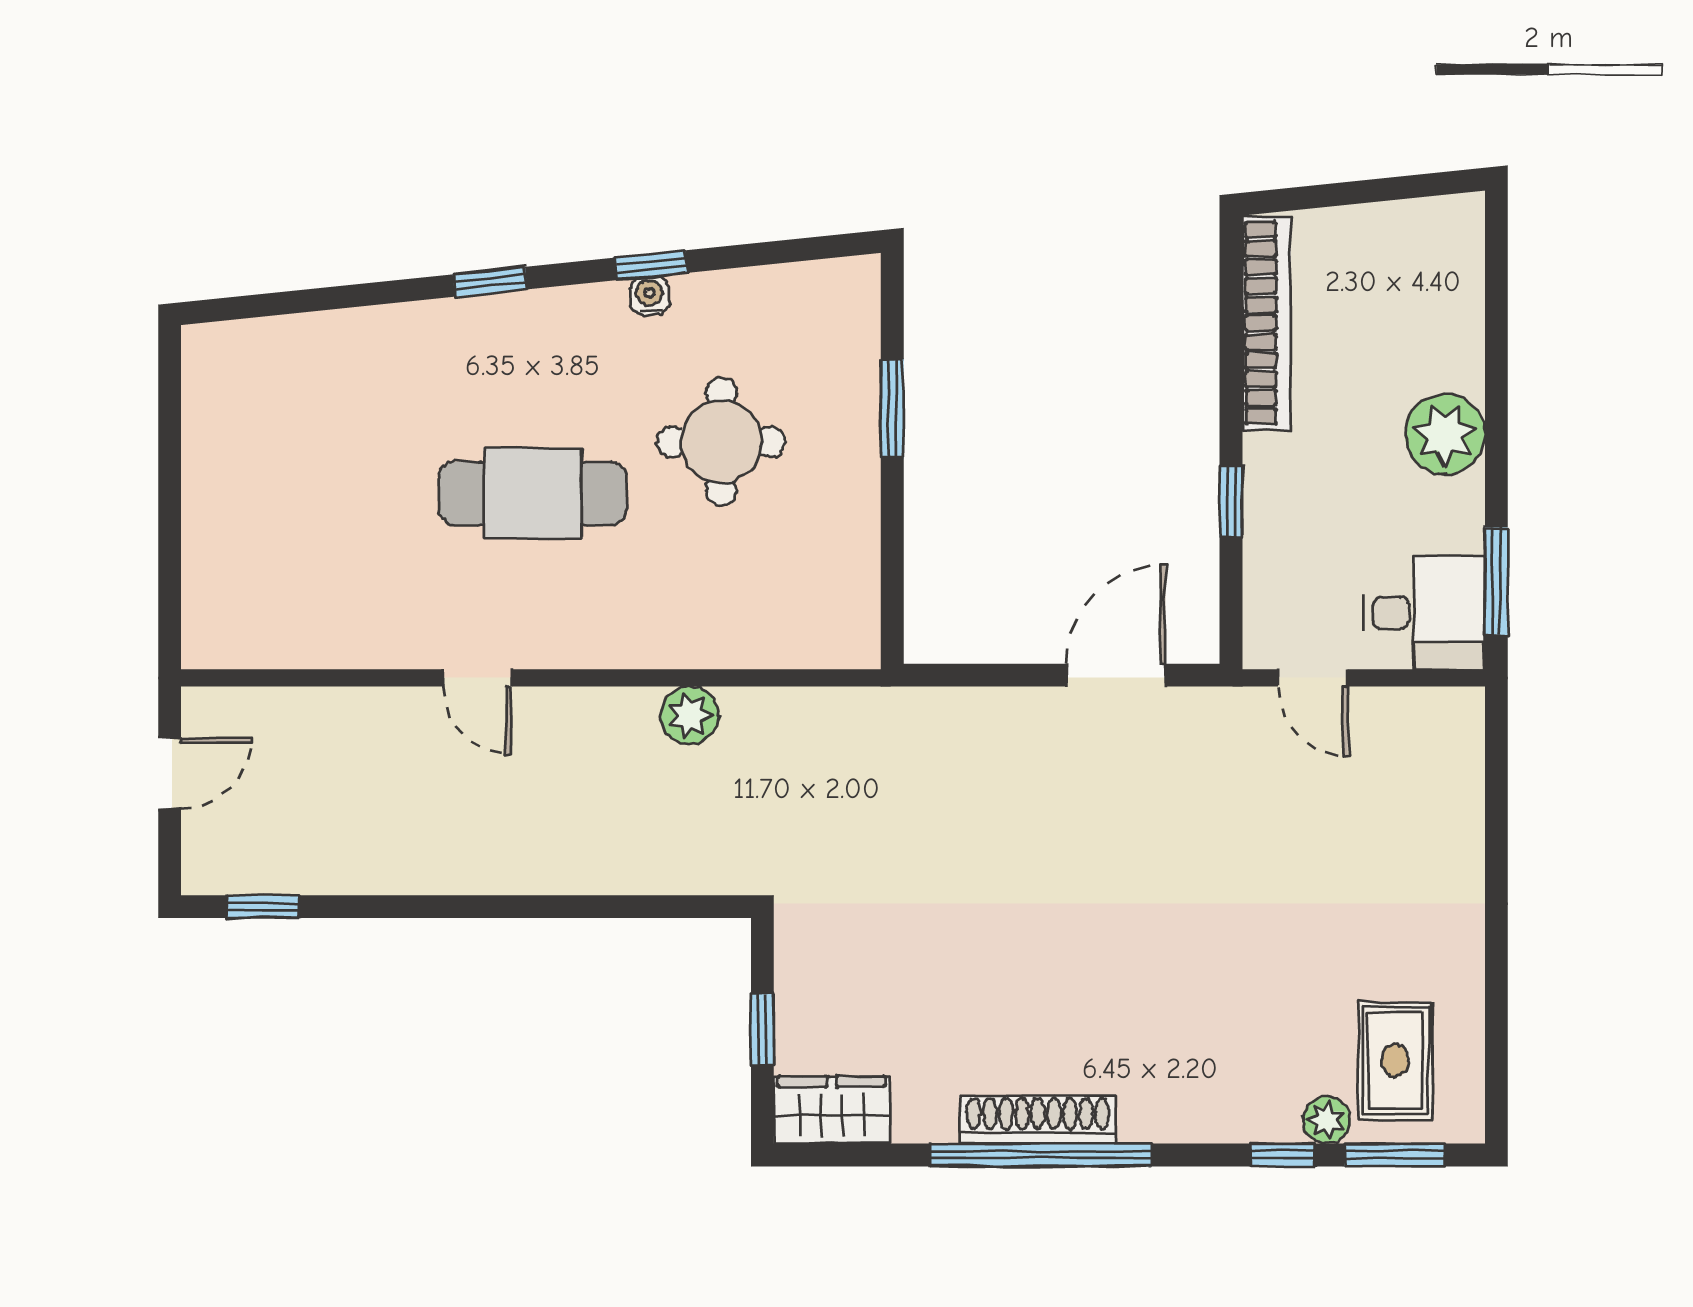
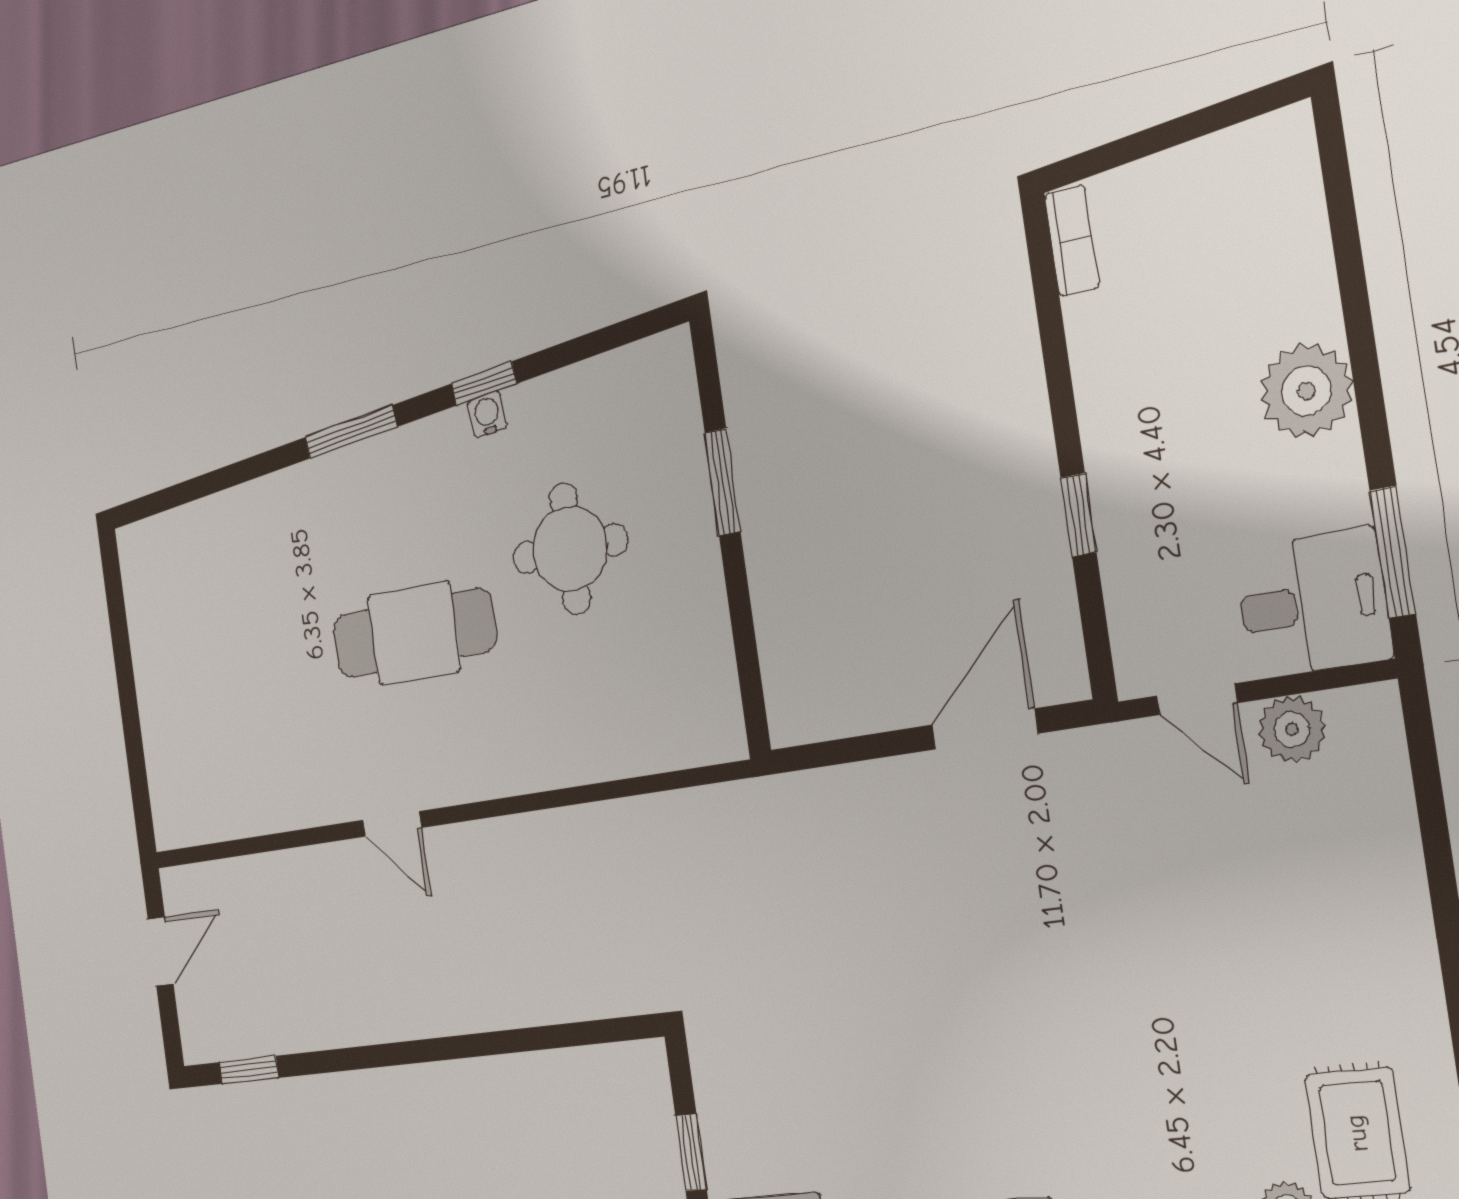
window: (490, 282) -> (351, 432), width x1.50
bookcase: (1267, 323) -> (1072, 241), width x0.43, depth x0.76
plant: (689, 715) -> (1292, 729), moved

